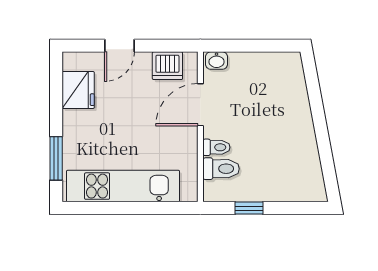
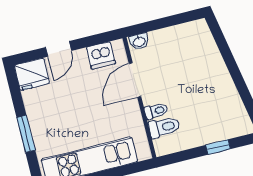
fridge: (78, 90) -> (32, 74), moved, turned 90
window: (56, 158) -> (26, 134), moved
window: (249, 208) -> (218, 147), moved

